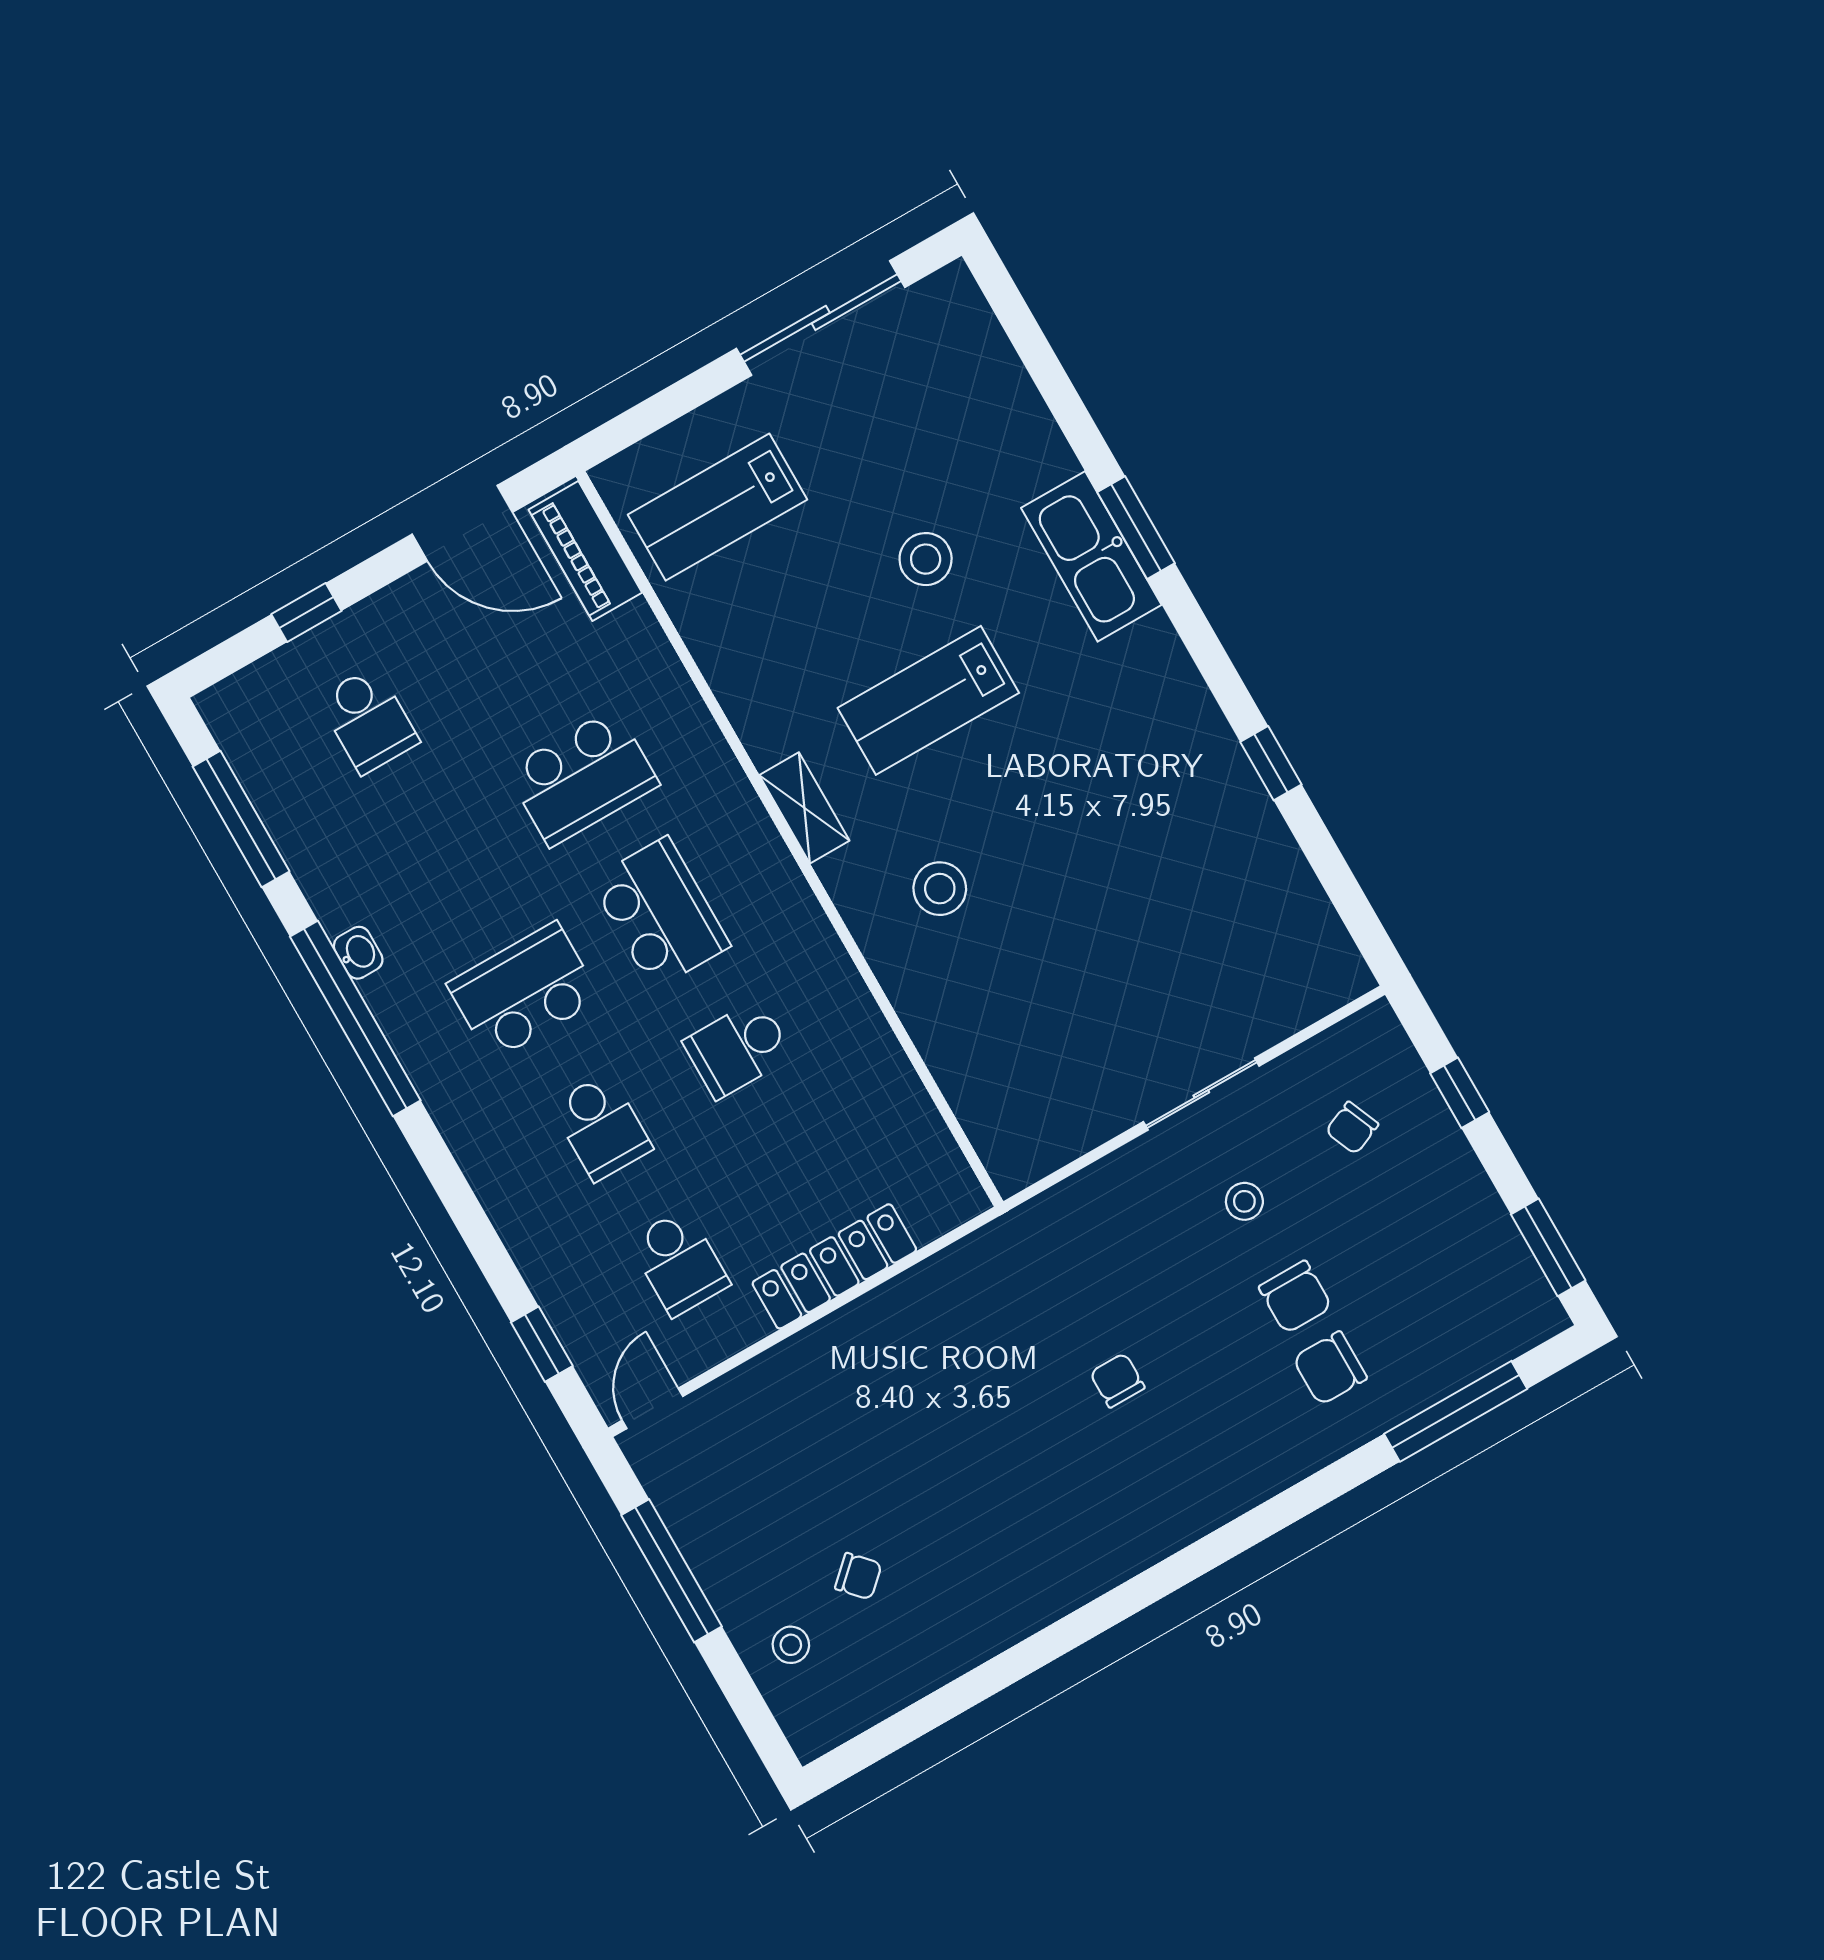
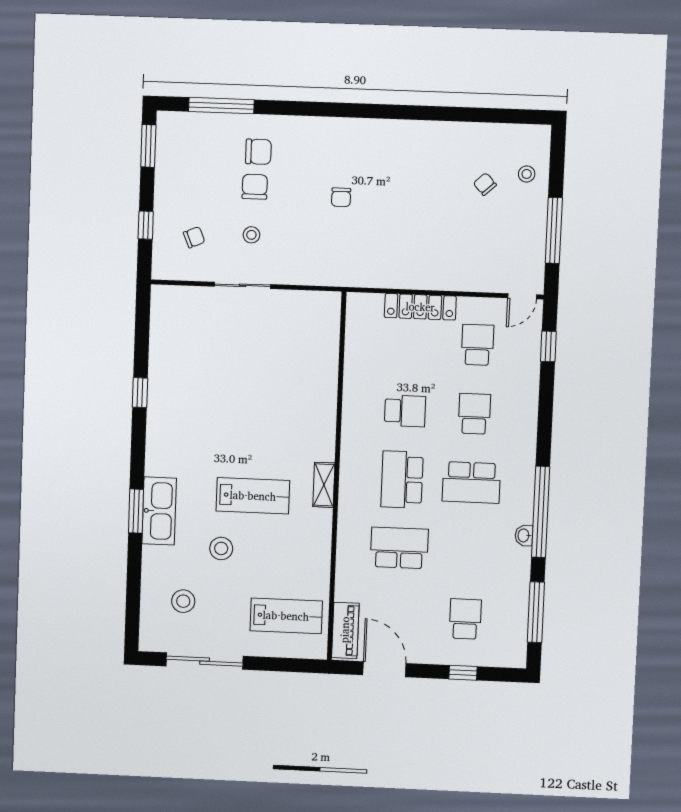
stool: (940, 889) -> (183, 601), moved

